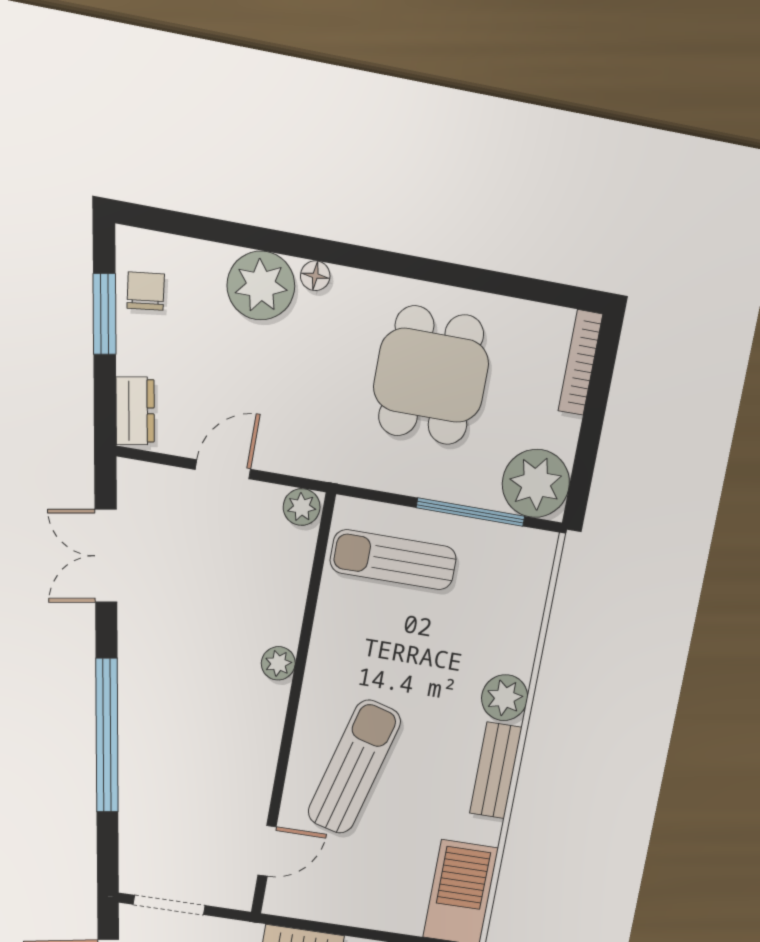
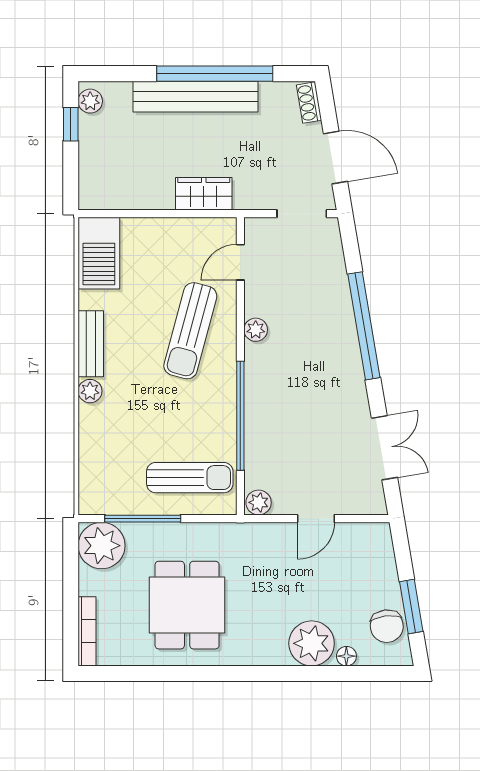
floor lamp: (315, 276) -> (346, 656), moved
chair: (146, 291) -> (387, 626), width x1.37, depth x1.37
dresser: (135, 411) -> (381, 547), removed
window: (305, 636) -> (240, 416), added
plant: (278, 663) -> (256, 330), moved
plant: (505, 698) -> (90, 391), width x0.73, depth x0.73

